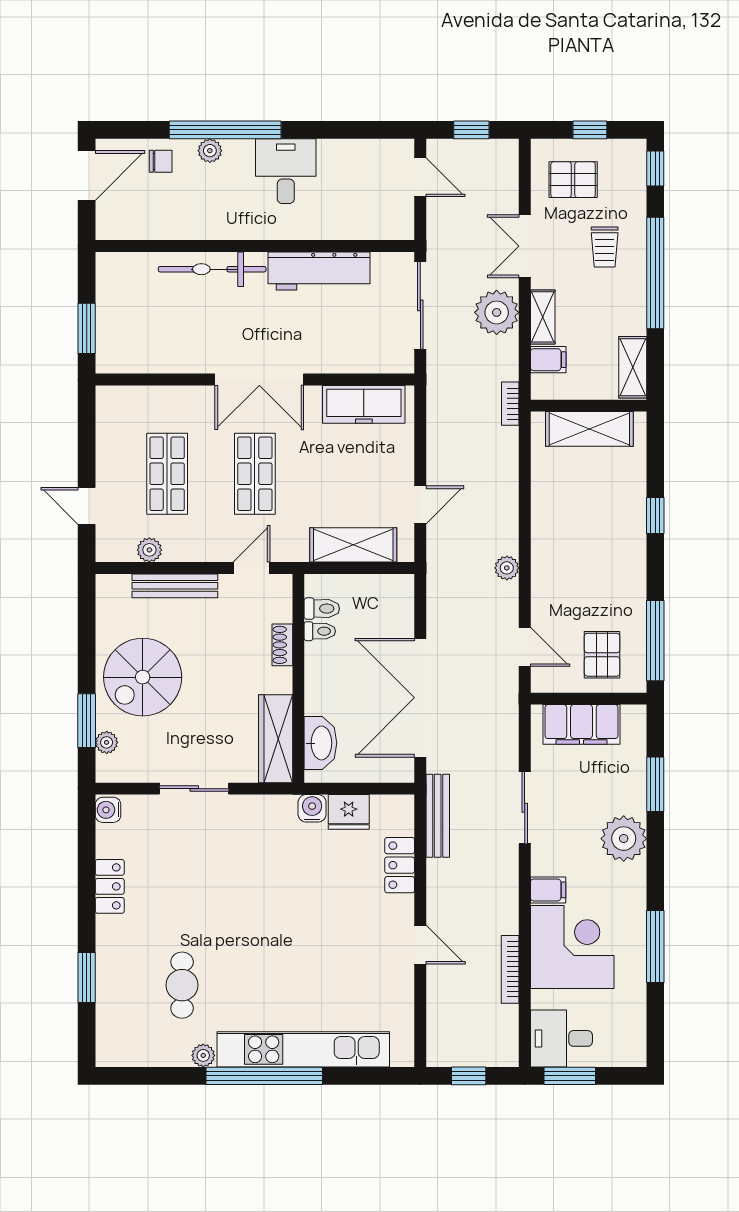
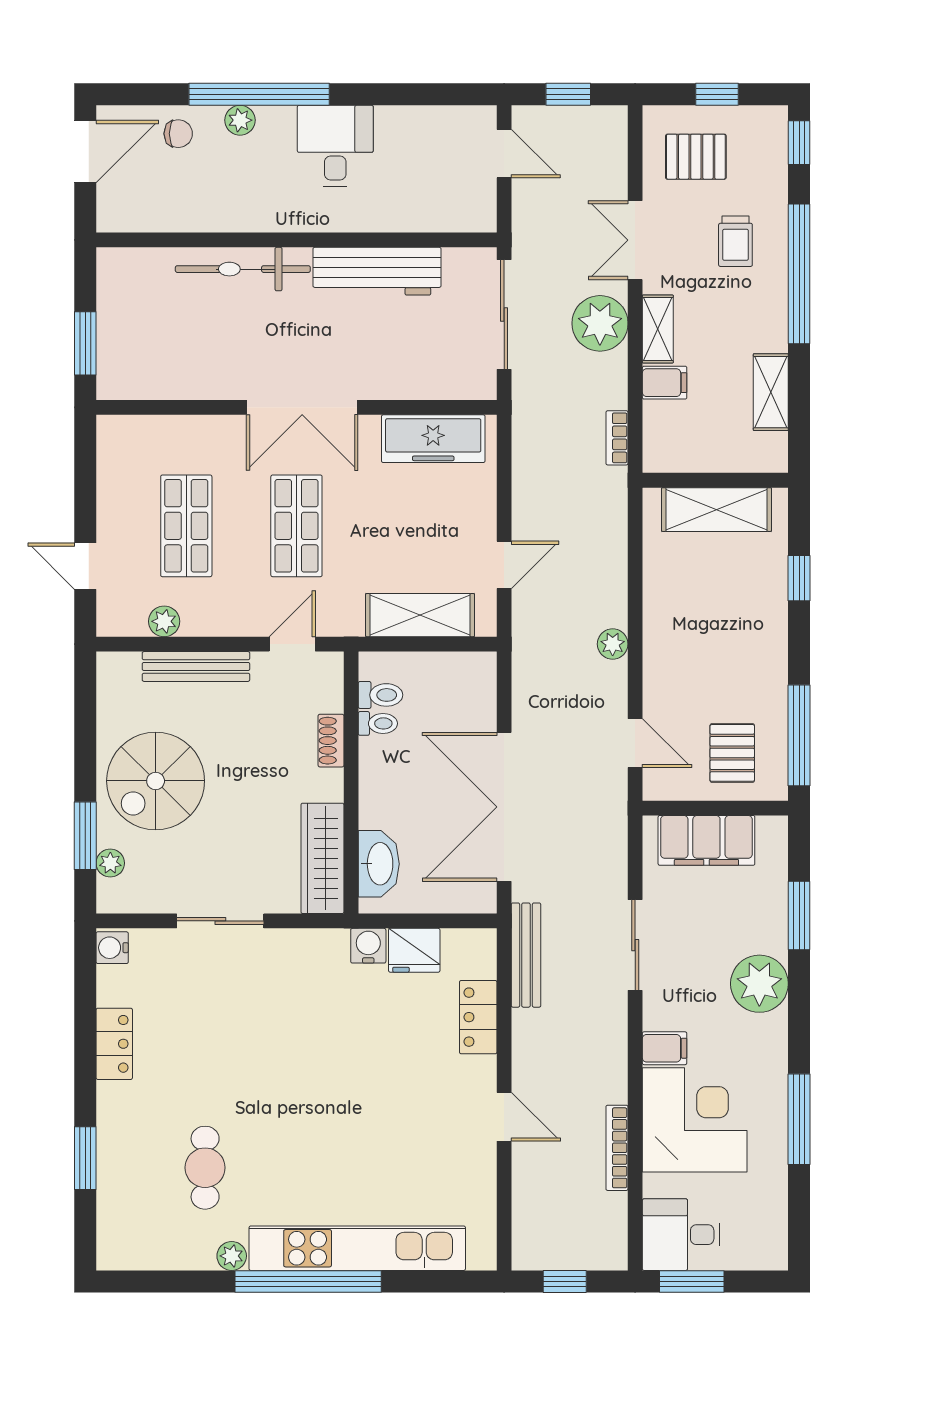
wall: (589, 406) -> (715, 480), moved
shelving: (589, 429) -> (716, 510), moved

